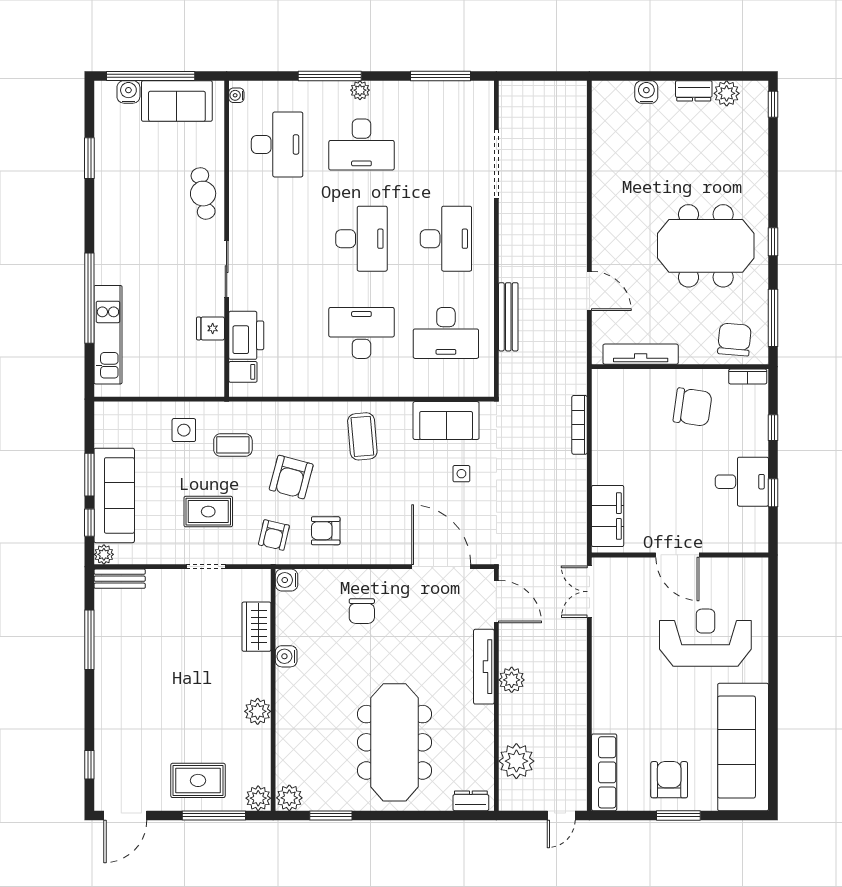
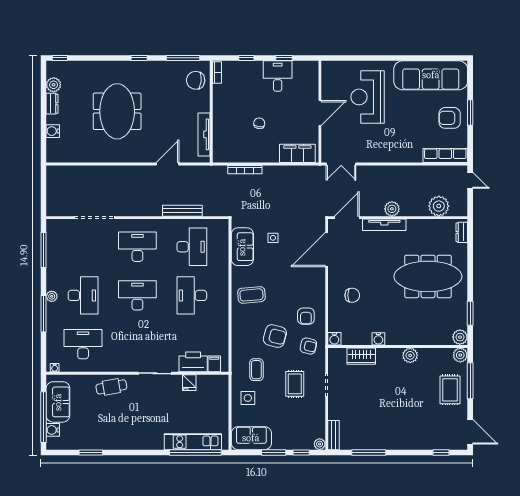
meeting table: (706, 246) -> (117, 111), moved
window: (89, 298) -> (195, 452), moved
chair: (693, 407) -> (259, 123), moved, width x0.54, depth x0.54
sofa: (114, 495) -> (251, 438), moved, width x0.73

